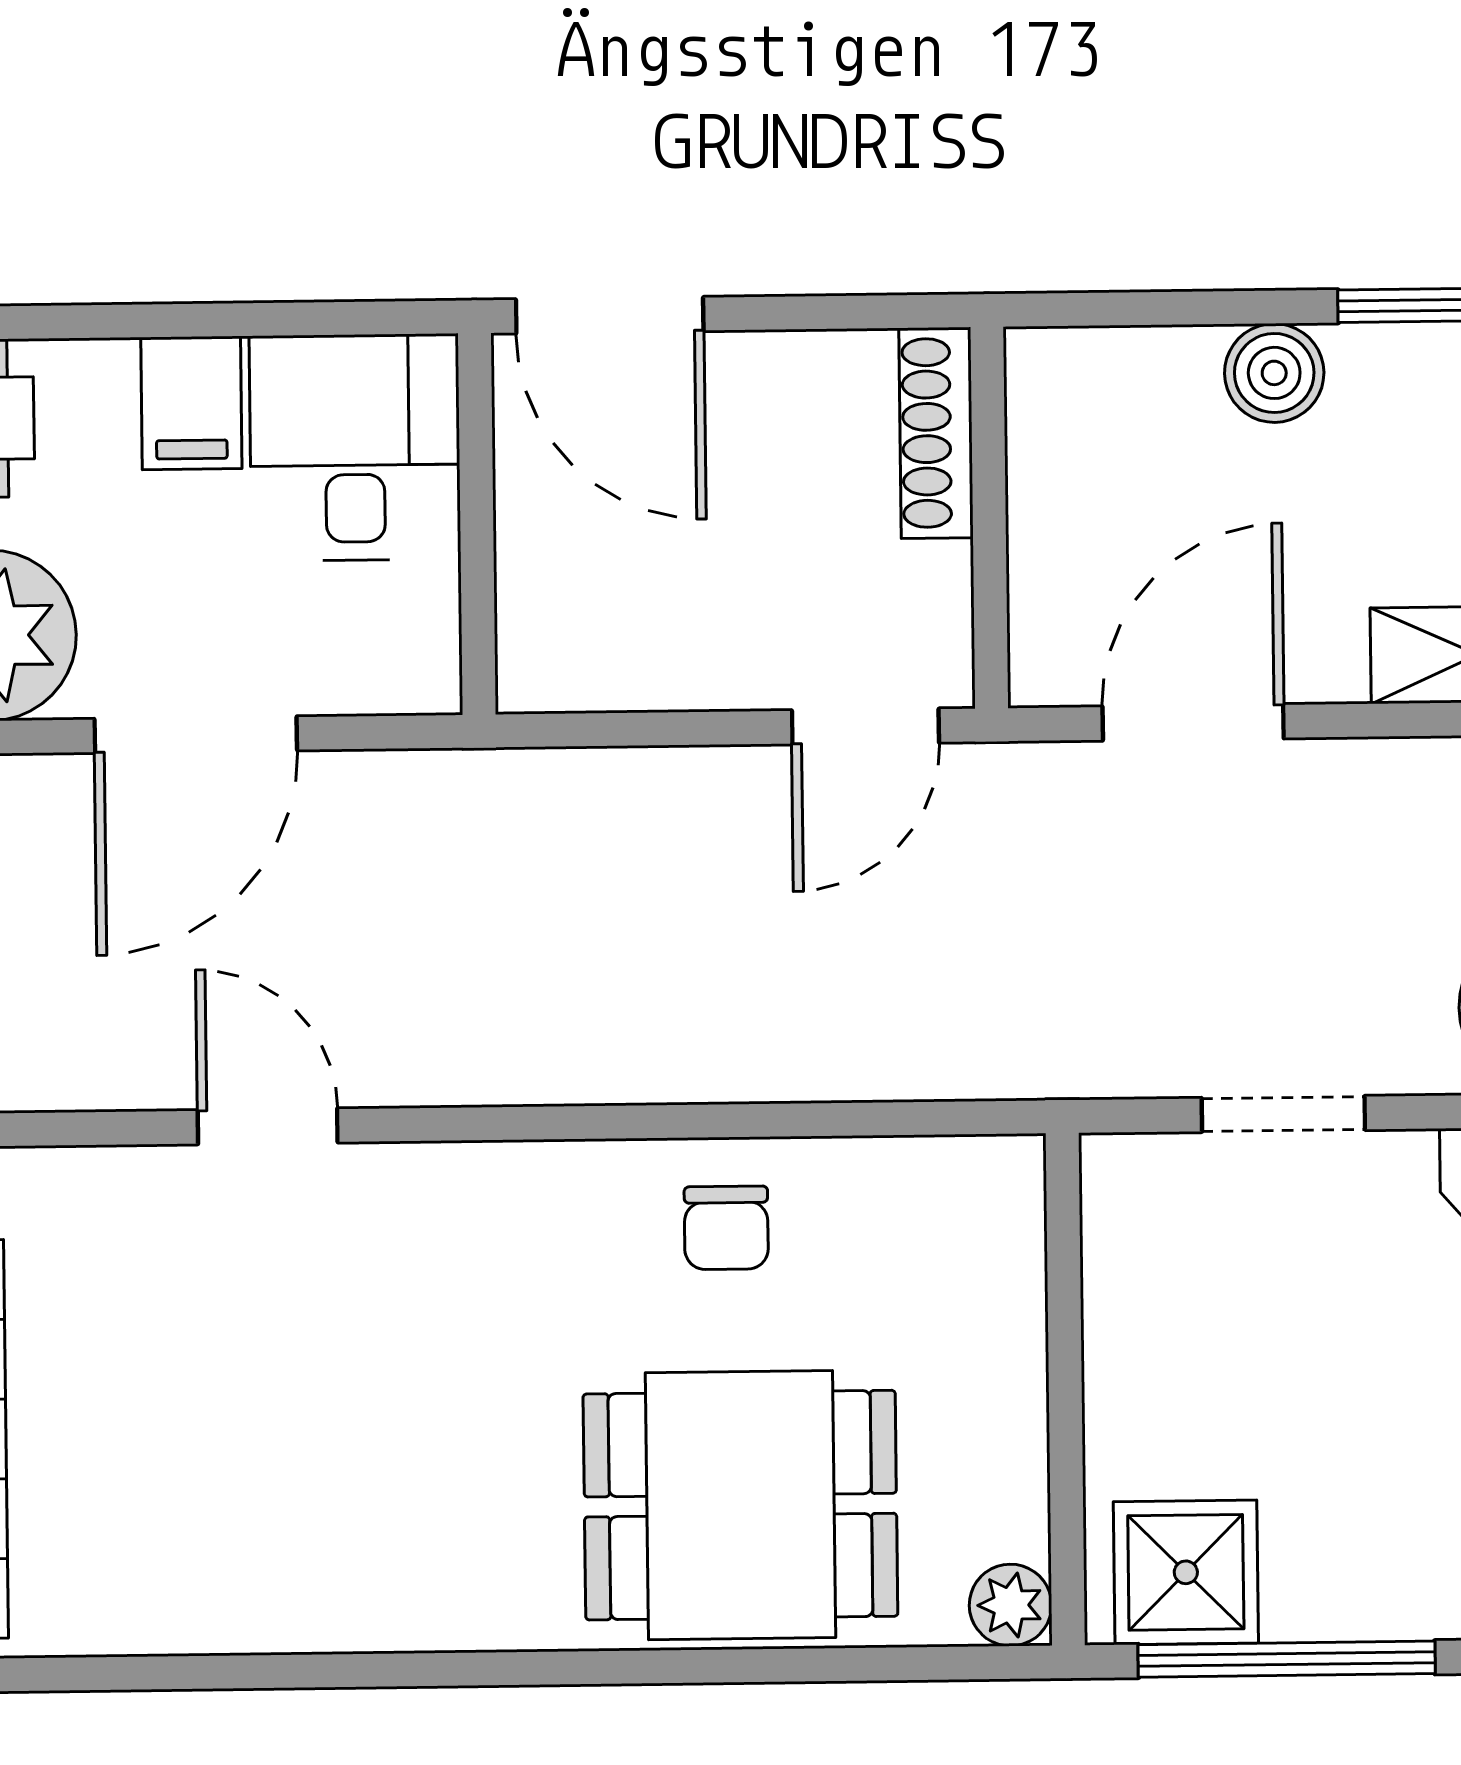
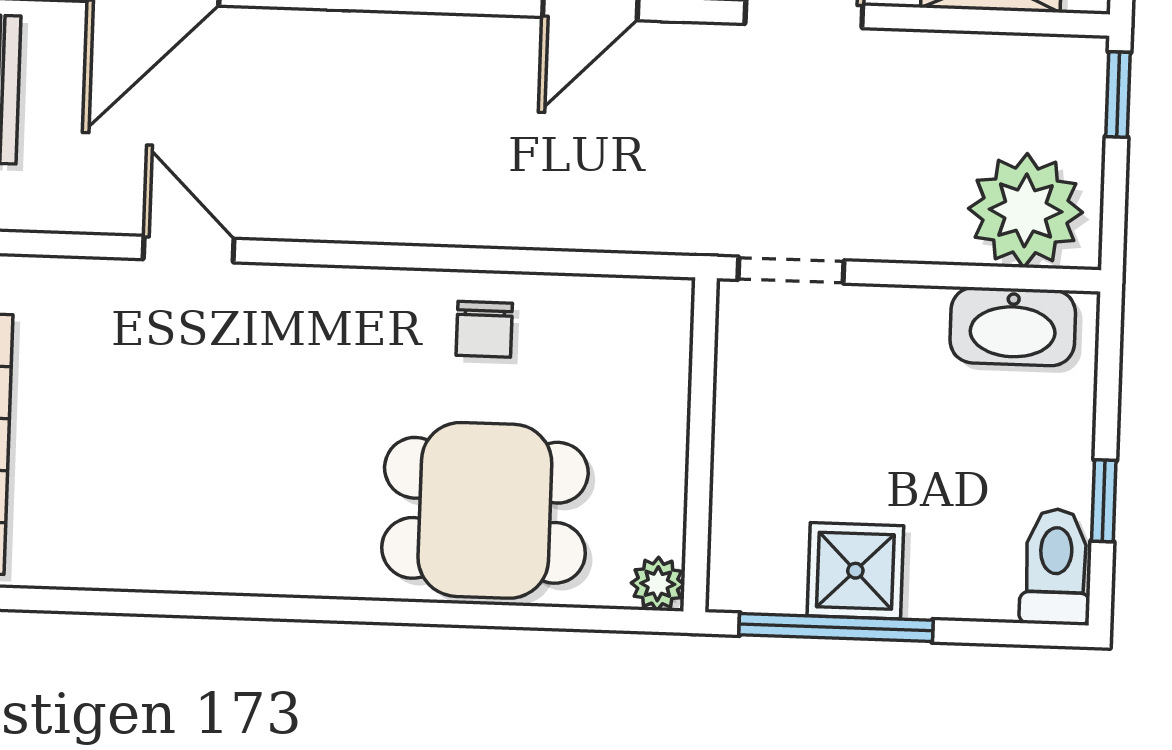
doorway: (1283, 1114) -> (791, 270), moved
shower: (1186, 1572) -> (855, 571), moved

